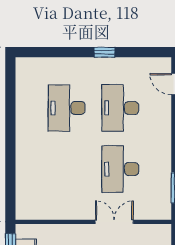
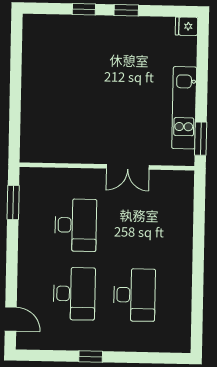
double door: (114, 222) -> (128, 167), moved

